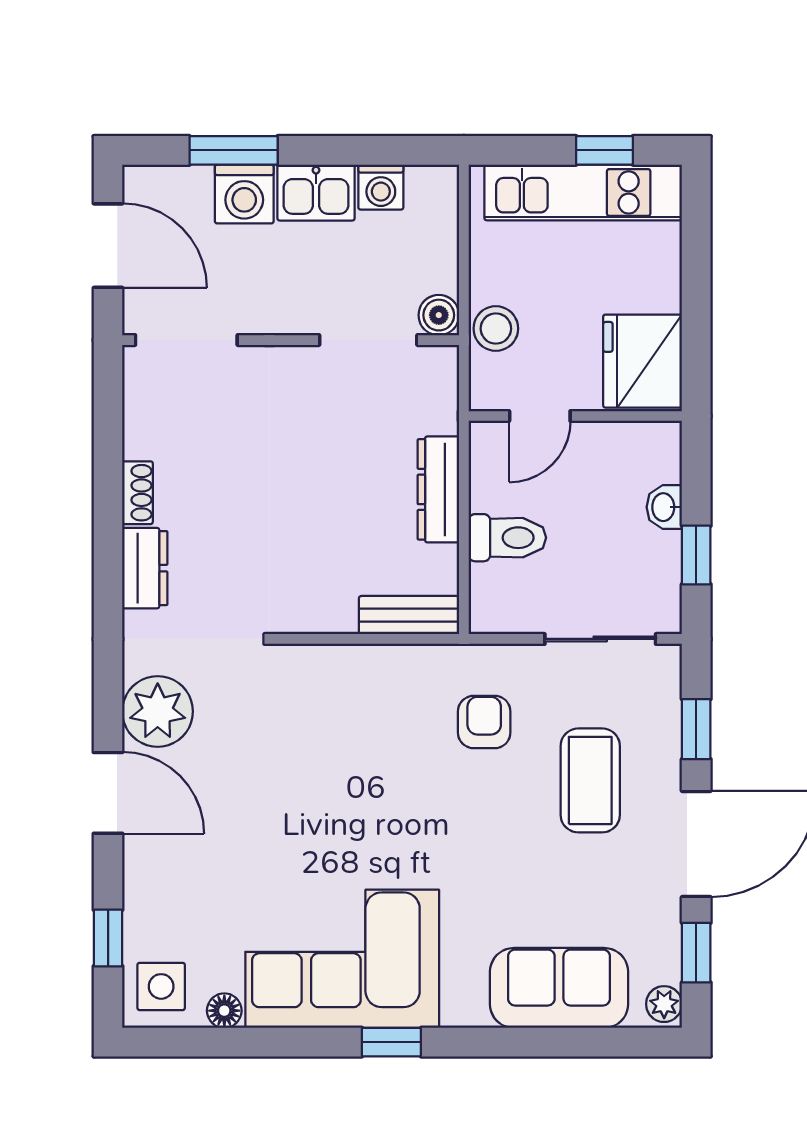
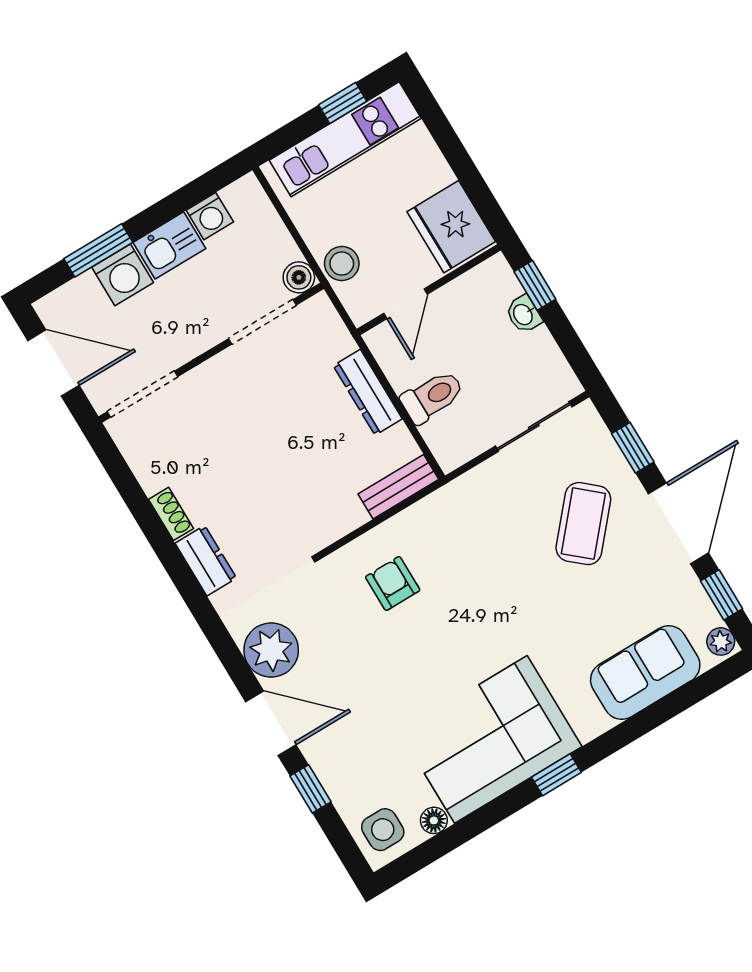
window: (696, 555) -> (535, 285), moved
armchair: (484, 722) -> (393, 583), moved
coffee table: (590, 780) -> (583, 524), turned 41
window: (108, 938) -> (310, 789), moved

